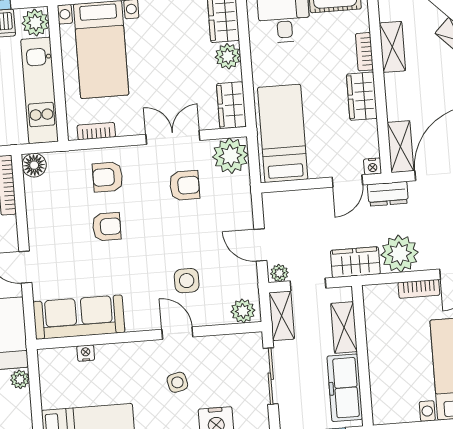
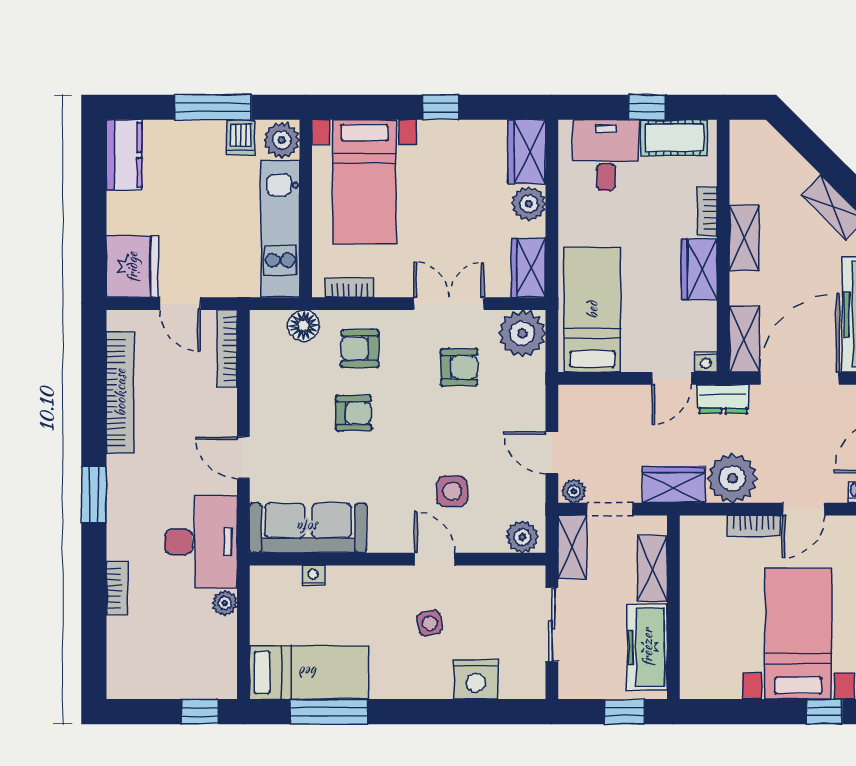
shelving: (392, 47) -> (744, 238), moved
floor lamp: (34, 165) -> (304, 325), moved

